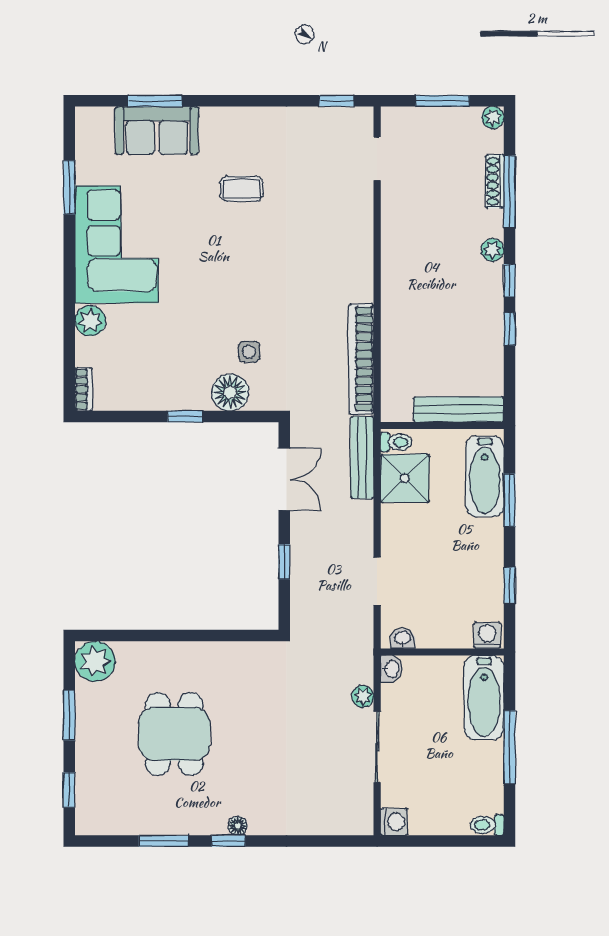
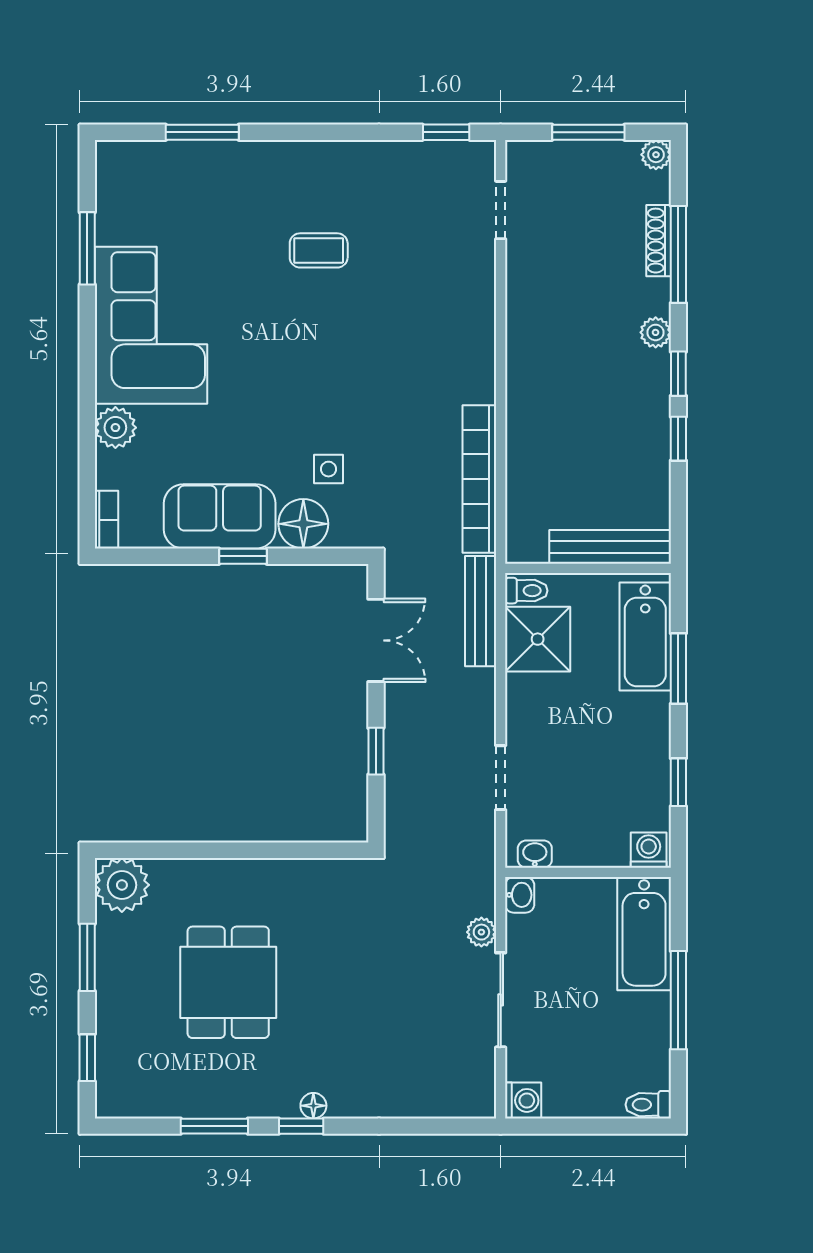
sofa: (157, 130) -> (220, 516), moved, turned 180

